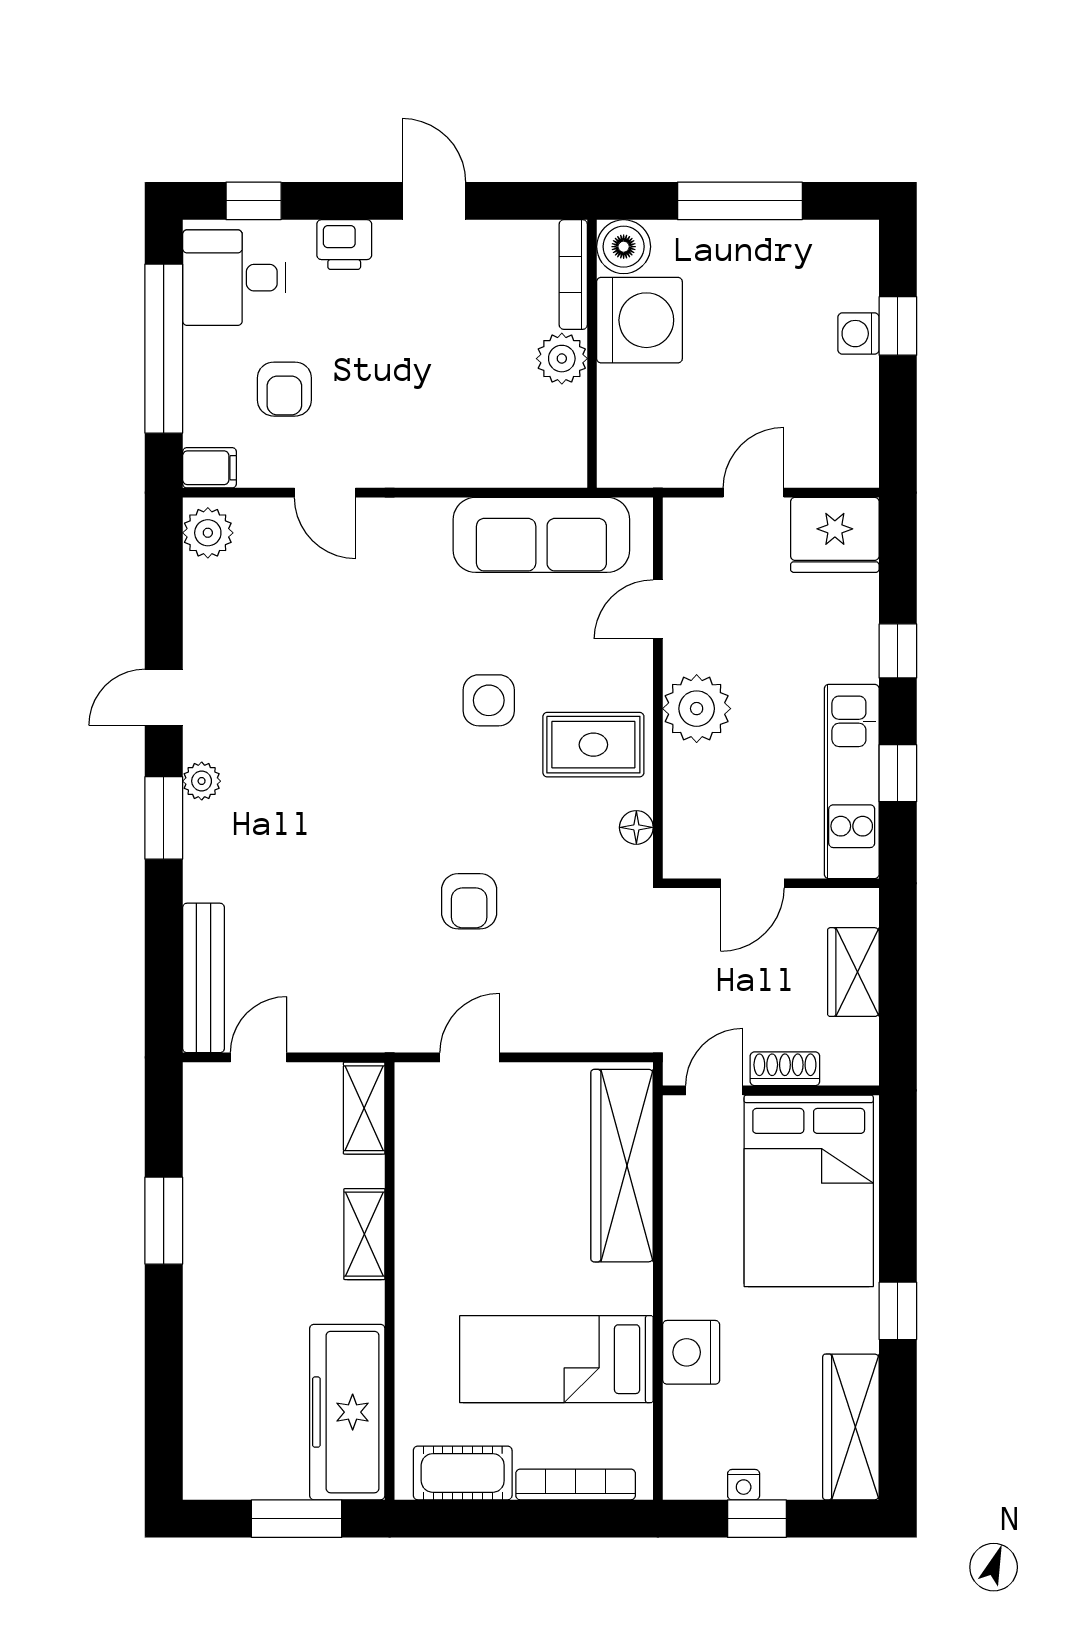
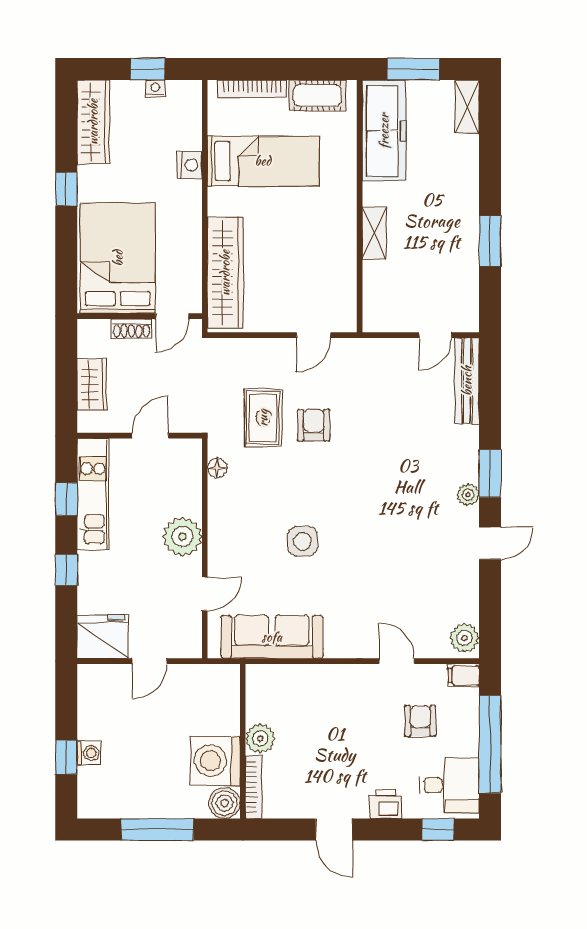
rug: (593, 745) -> (263, 418), moved, turned 90
shelving: (364, 1108) -> (467, 107), moved
nightstand: (691, 1352) -> (190, 165), width x0.74, depth x0.75

